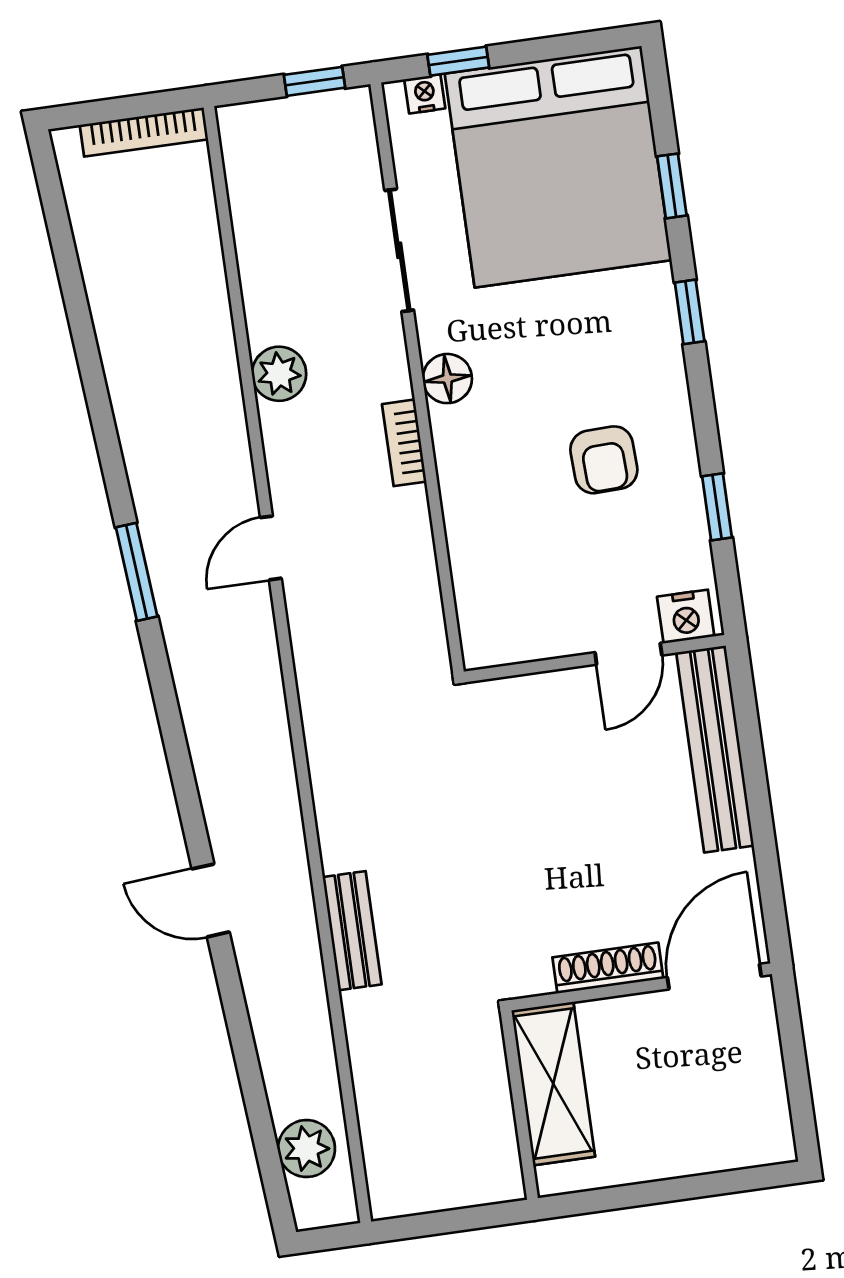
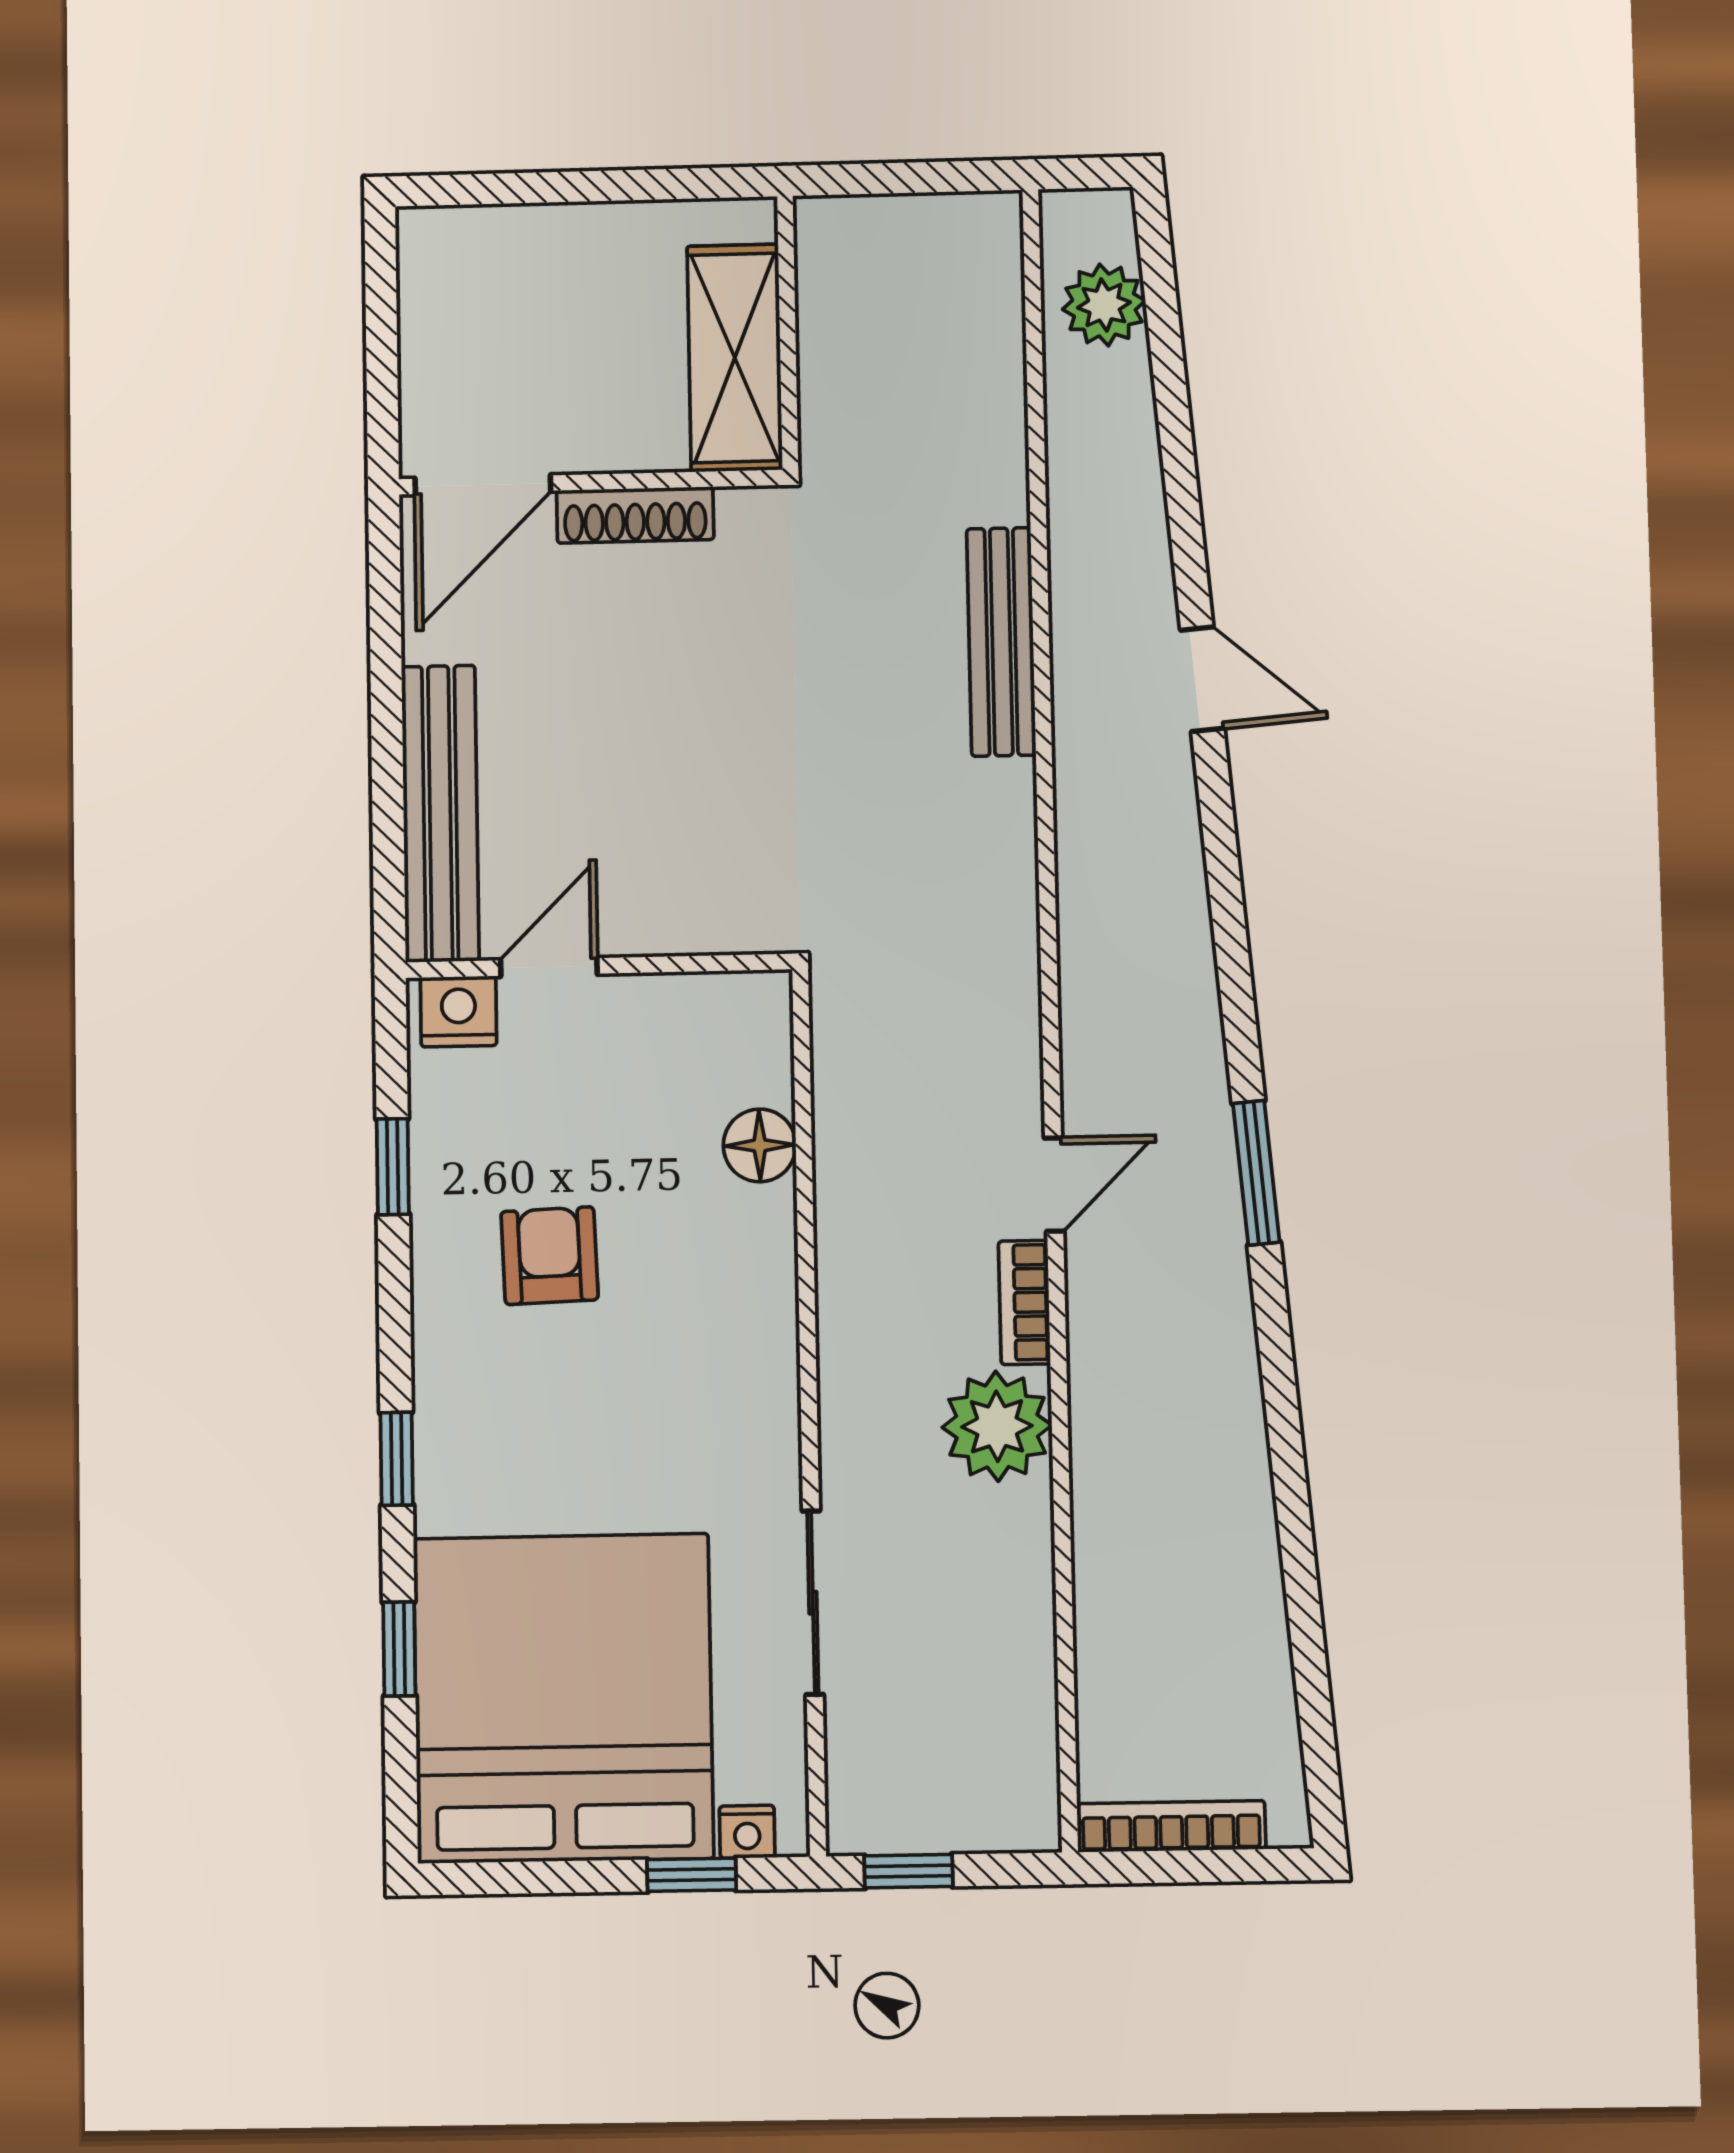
plant: (279, 374) -> (997, 1426), width x1.36, depth x1.36
floor lamp: (447, 379) -> (760, 1145), moved
bookcase: (404, 443) -> (1024, 1302), moved, turned 180
bench: (352, 931) -> (1001, 642), width x1.36

